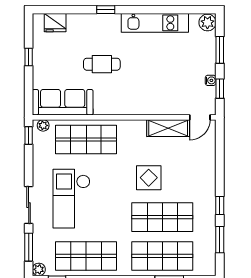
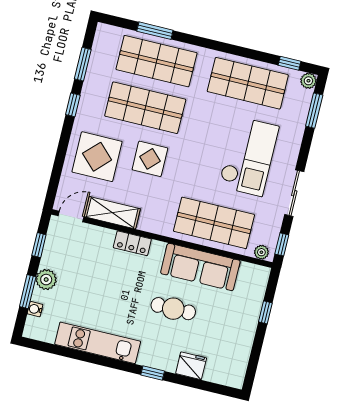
plant: (207, 22) -> (46, 280), moved
fridge: (55, 23) -> (191, 366), moved
window: (29, 57) -> (265, 312), moved
water cooler: (211, 80) -> (35, 309), moved
sofa: (63, 102) -> (200, 267), moved
locker: (147, 108) -> (132, 243), added
display table: (191, 169) -> (97, 157), added
sliding door: (29, 205) -> (294, 193), moved

